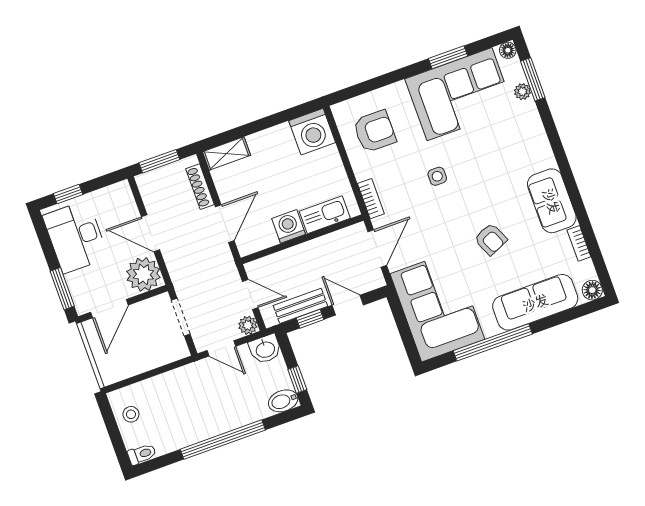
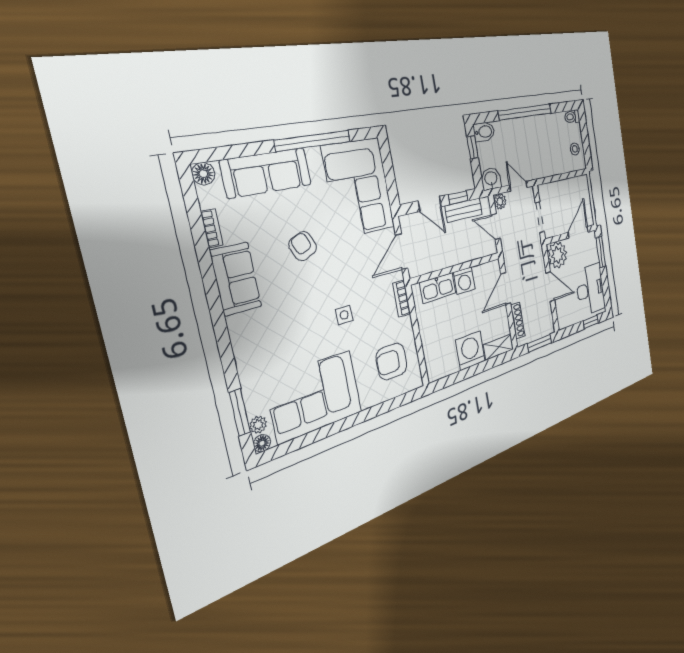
window: (448, 57) -> (321, 434), removed
plant: (522, 92) -> (258, 425), moved
washing machine: (312, 132) -> (470, 351), moved

